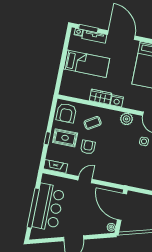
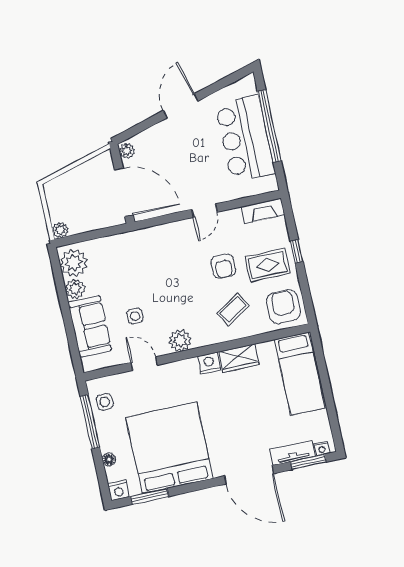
bed: (87, 64) -> (300, 374), moved, turned -90

